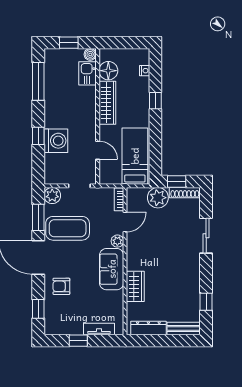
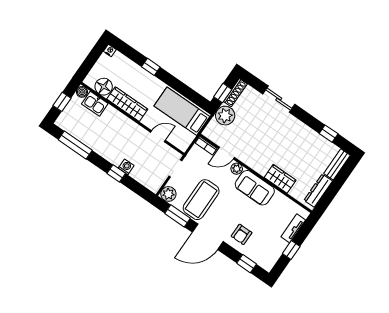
nightstand: (145, 71) -> (110, 50), moved
washing machine: (56, 141) -> (126, 167), width x0.53, depth x0.53
door: (125, 222) -> (226, 153), swing flipped

